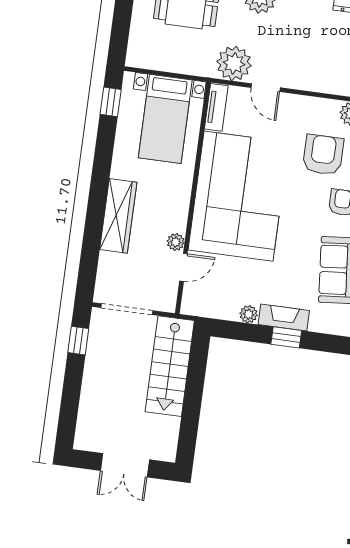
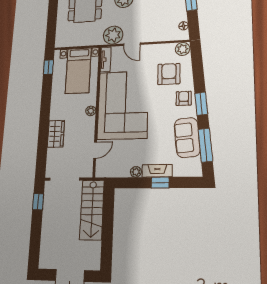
wardrobe: (118, 216) -> (56, 134), width x0.67
plant: (176, 242) -> (91, 111), moved

